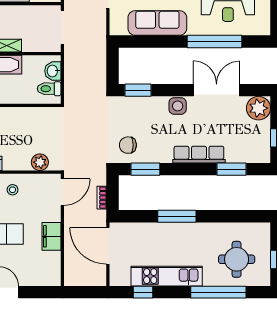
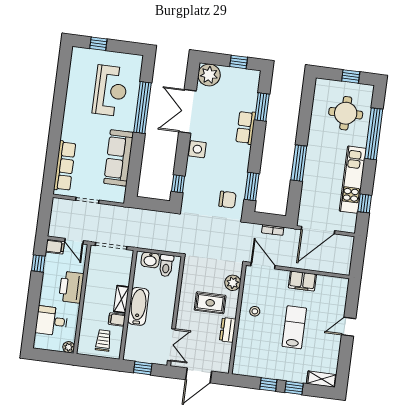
window: (138, 90) -> (178, 184), width x0.67
rug: (15, 141) -> (210, 303), added
chair: (128, 145) -> (227, 200), turned -90
row of seats: (199, 155) -> (246, 128), width x0.68

